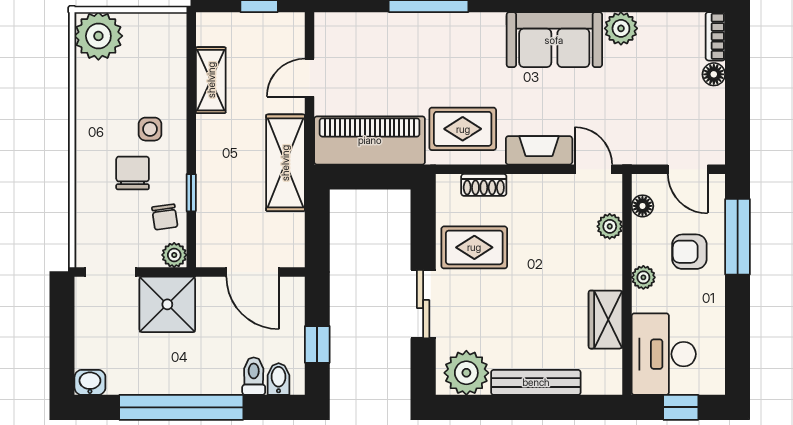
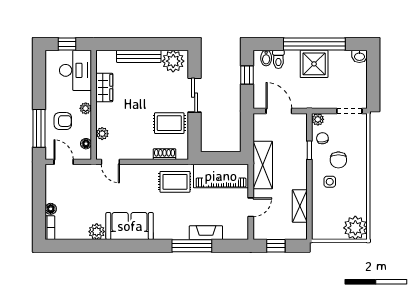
fireplace: (539, 150) -> (206, 233), moved, turned 180
shower: (167, 304) -> (314, 64), moved

